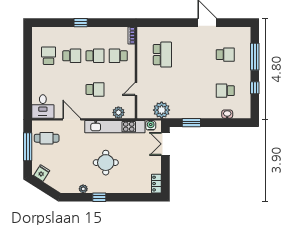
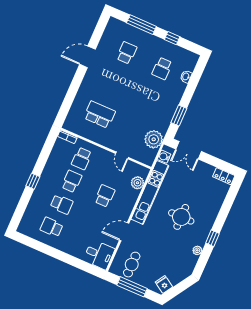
school desk: (72, 56) -> (62, 204), turned 90

